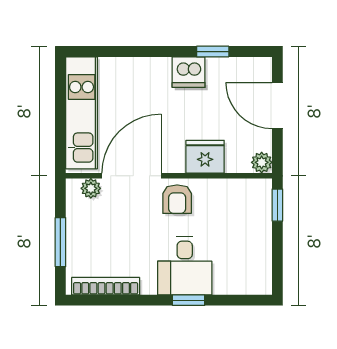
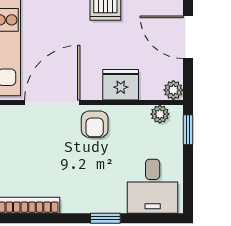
plant: (91, 188) -> (160, 114), moved
desk: (185, 266) -> (153, 186), moved

